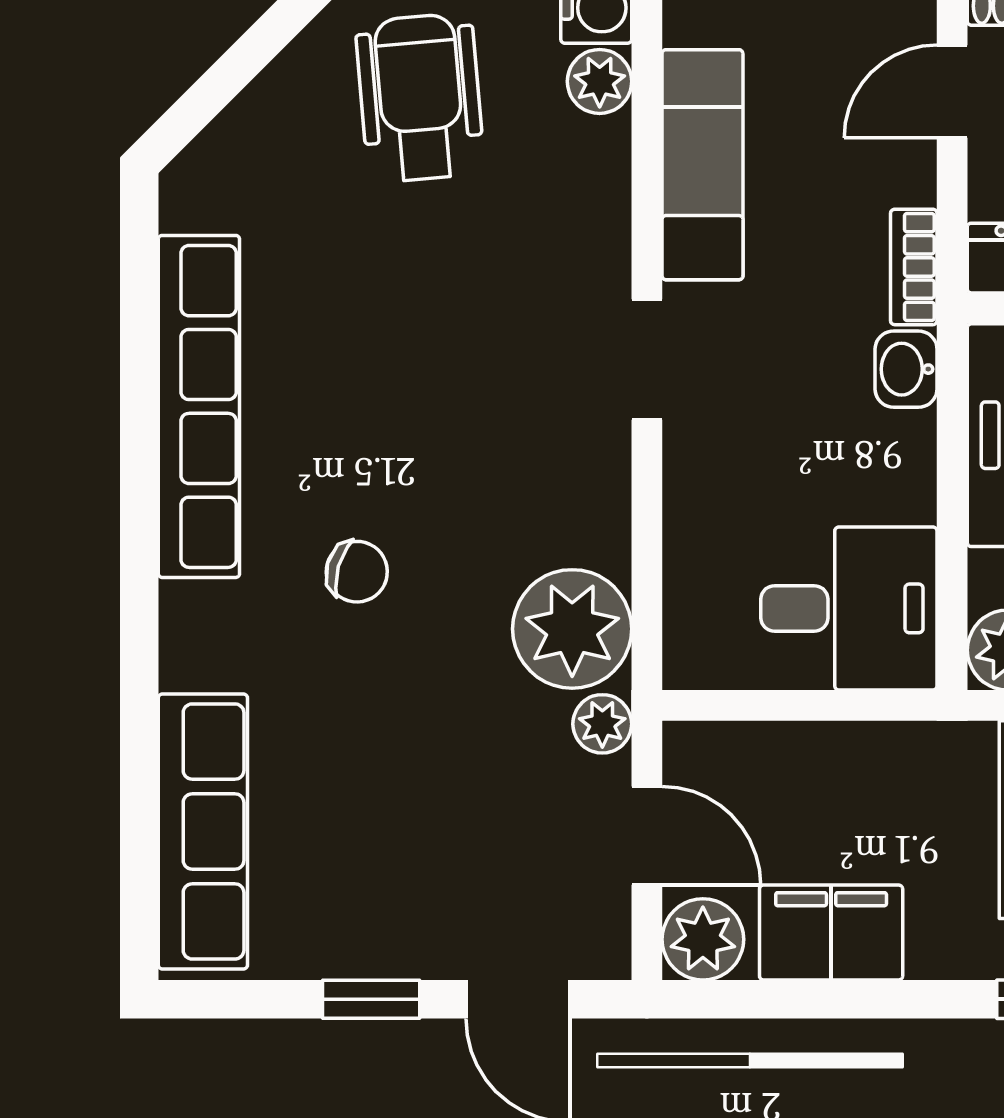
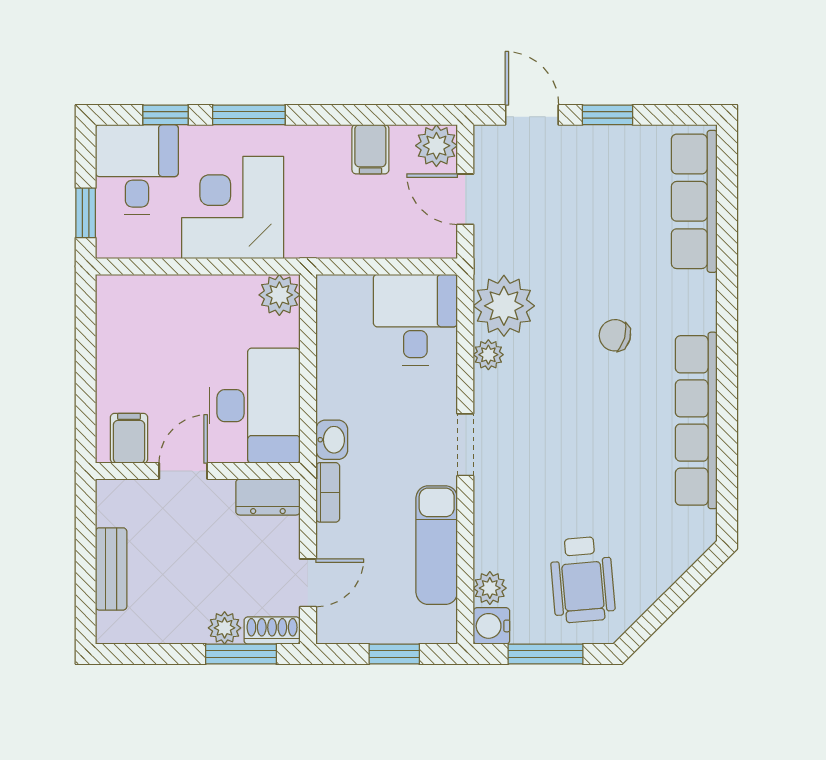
desk: (849, 608) -> (415, 320), moved, turned 90
plant: (602, 724) -> (488, 355), moved
filing cabinet: (831, 933) -> (370, 149), width x0.50

